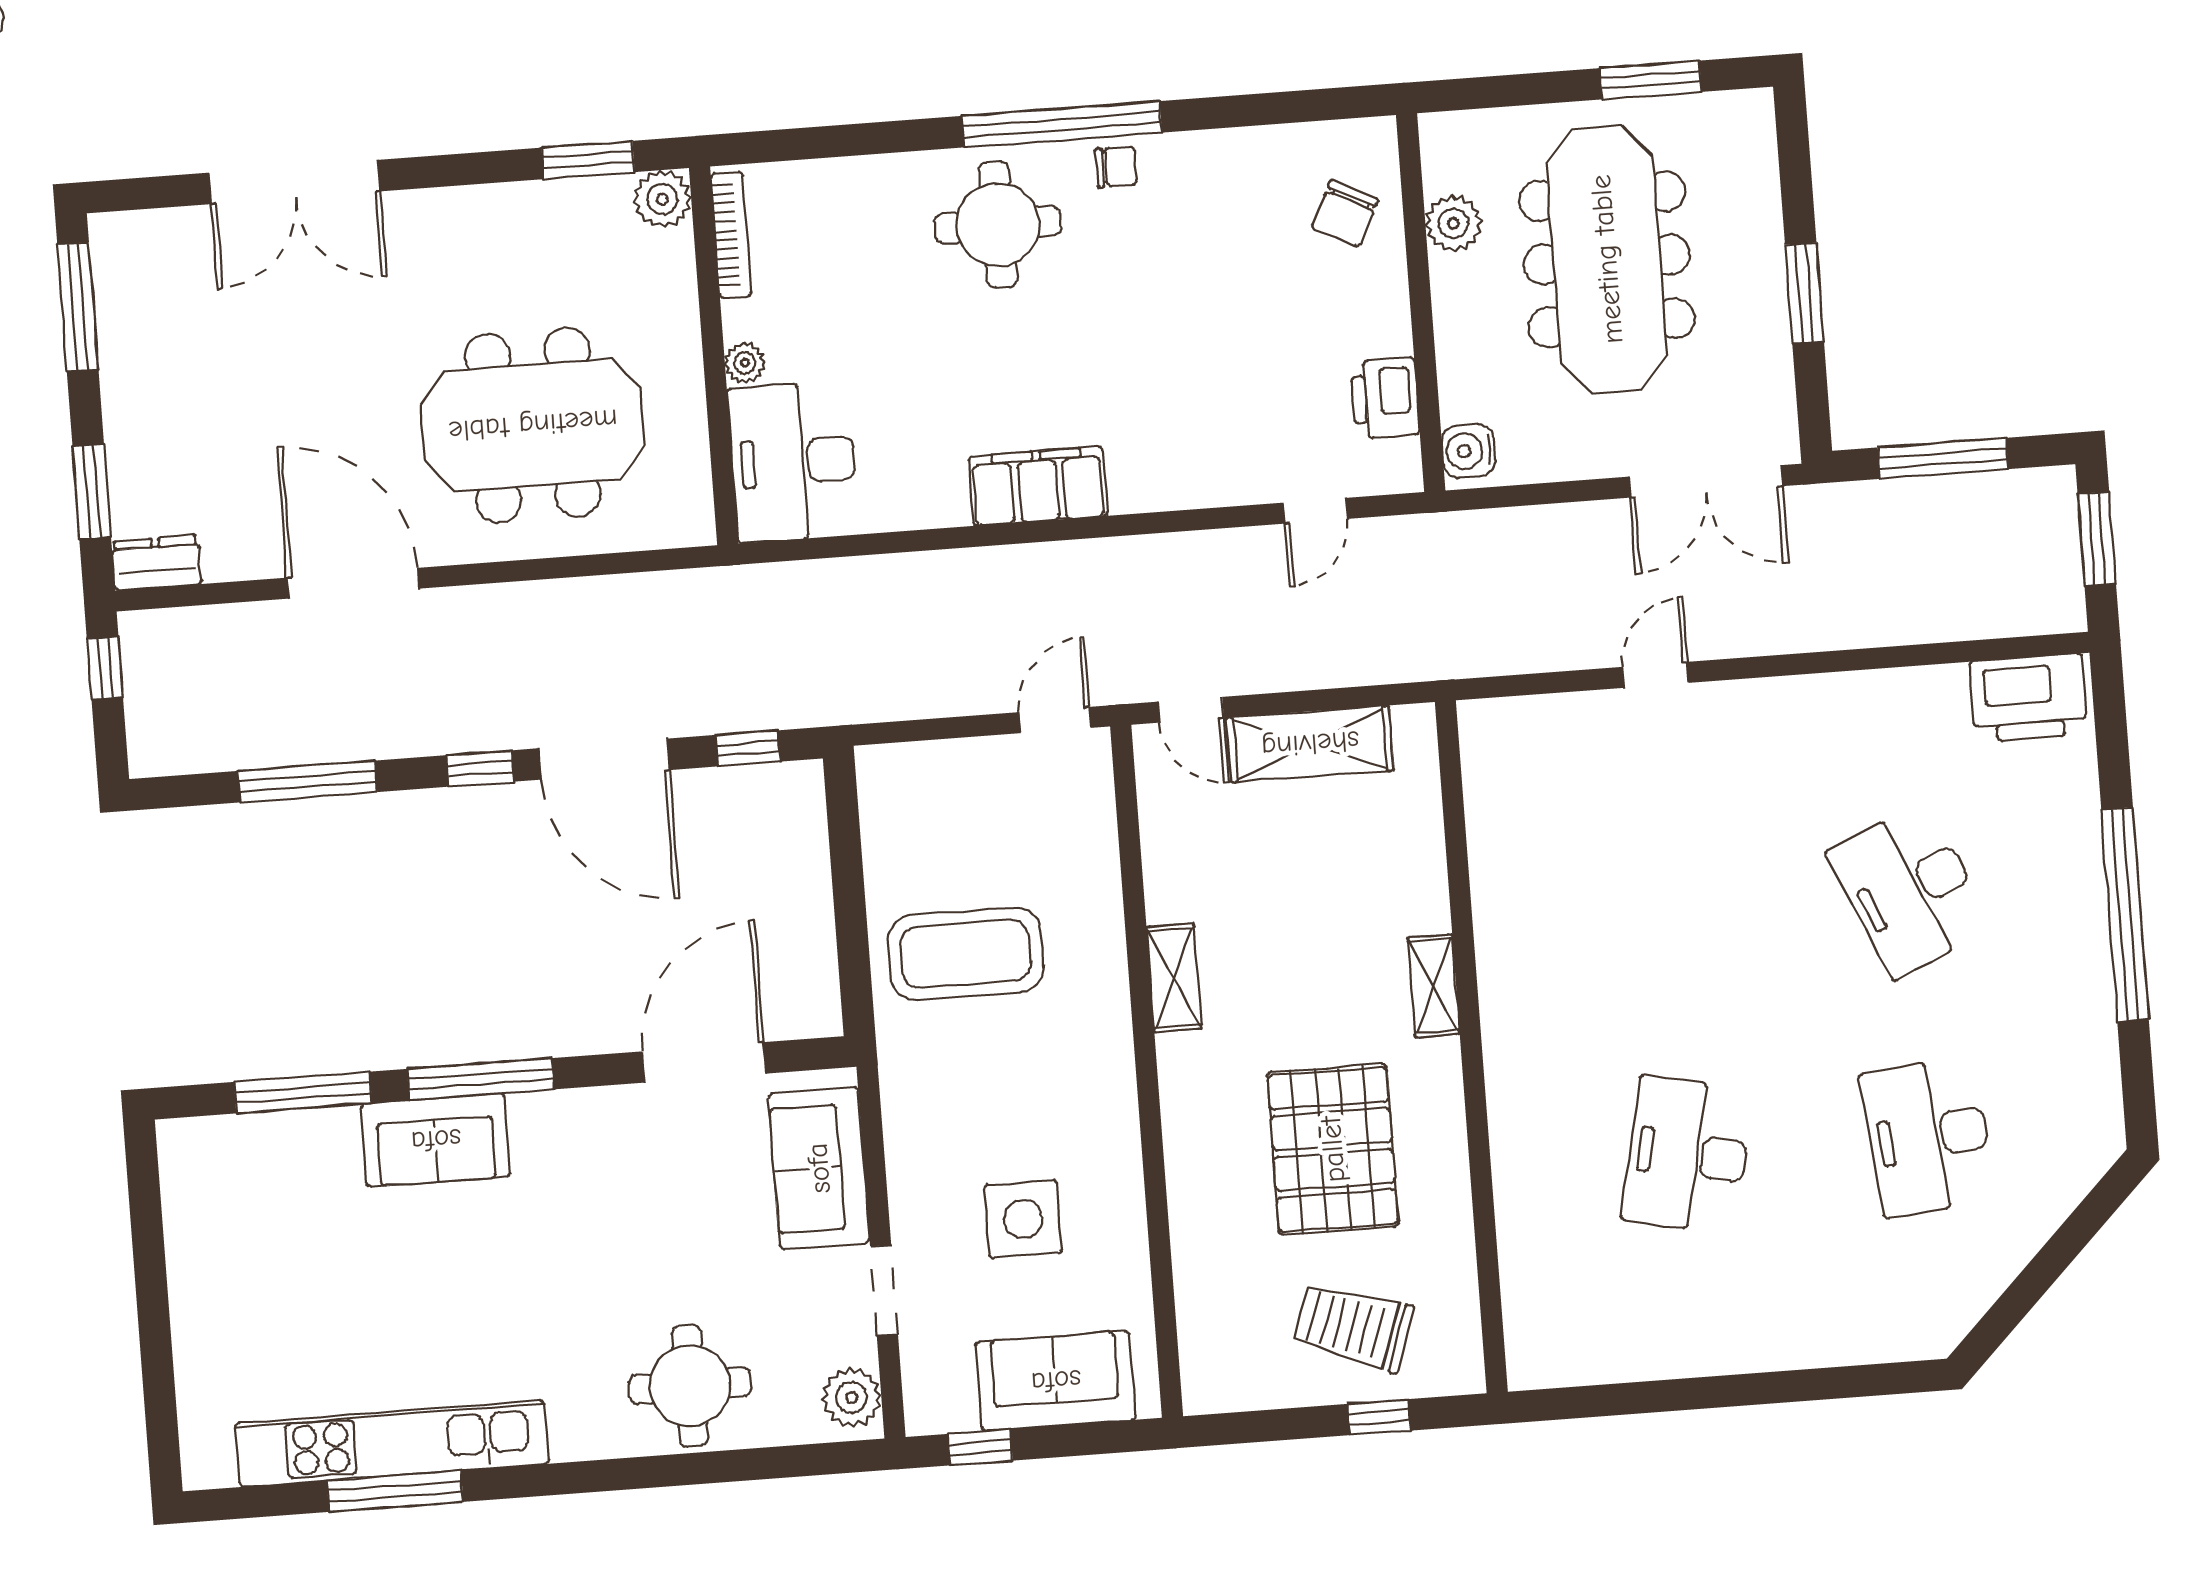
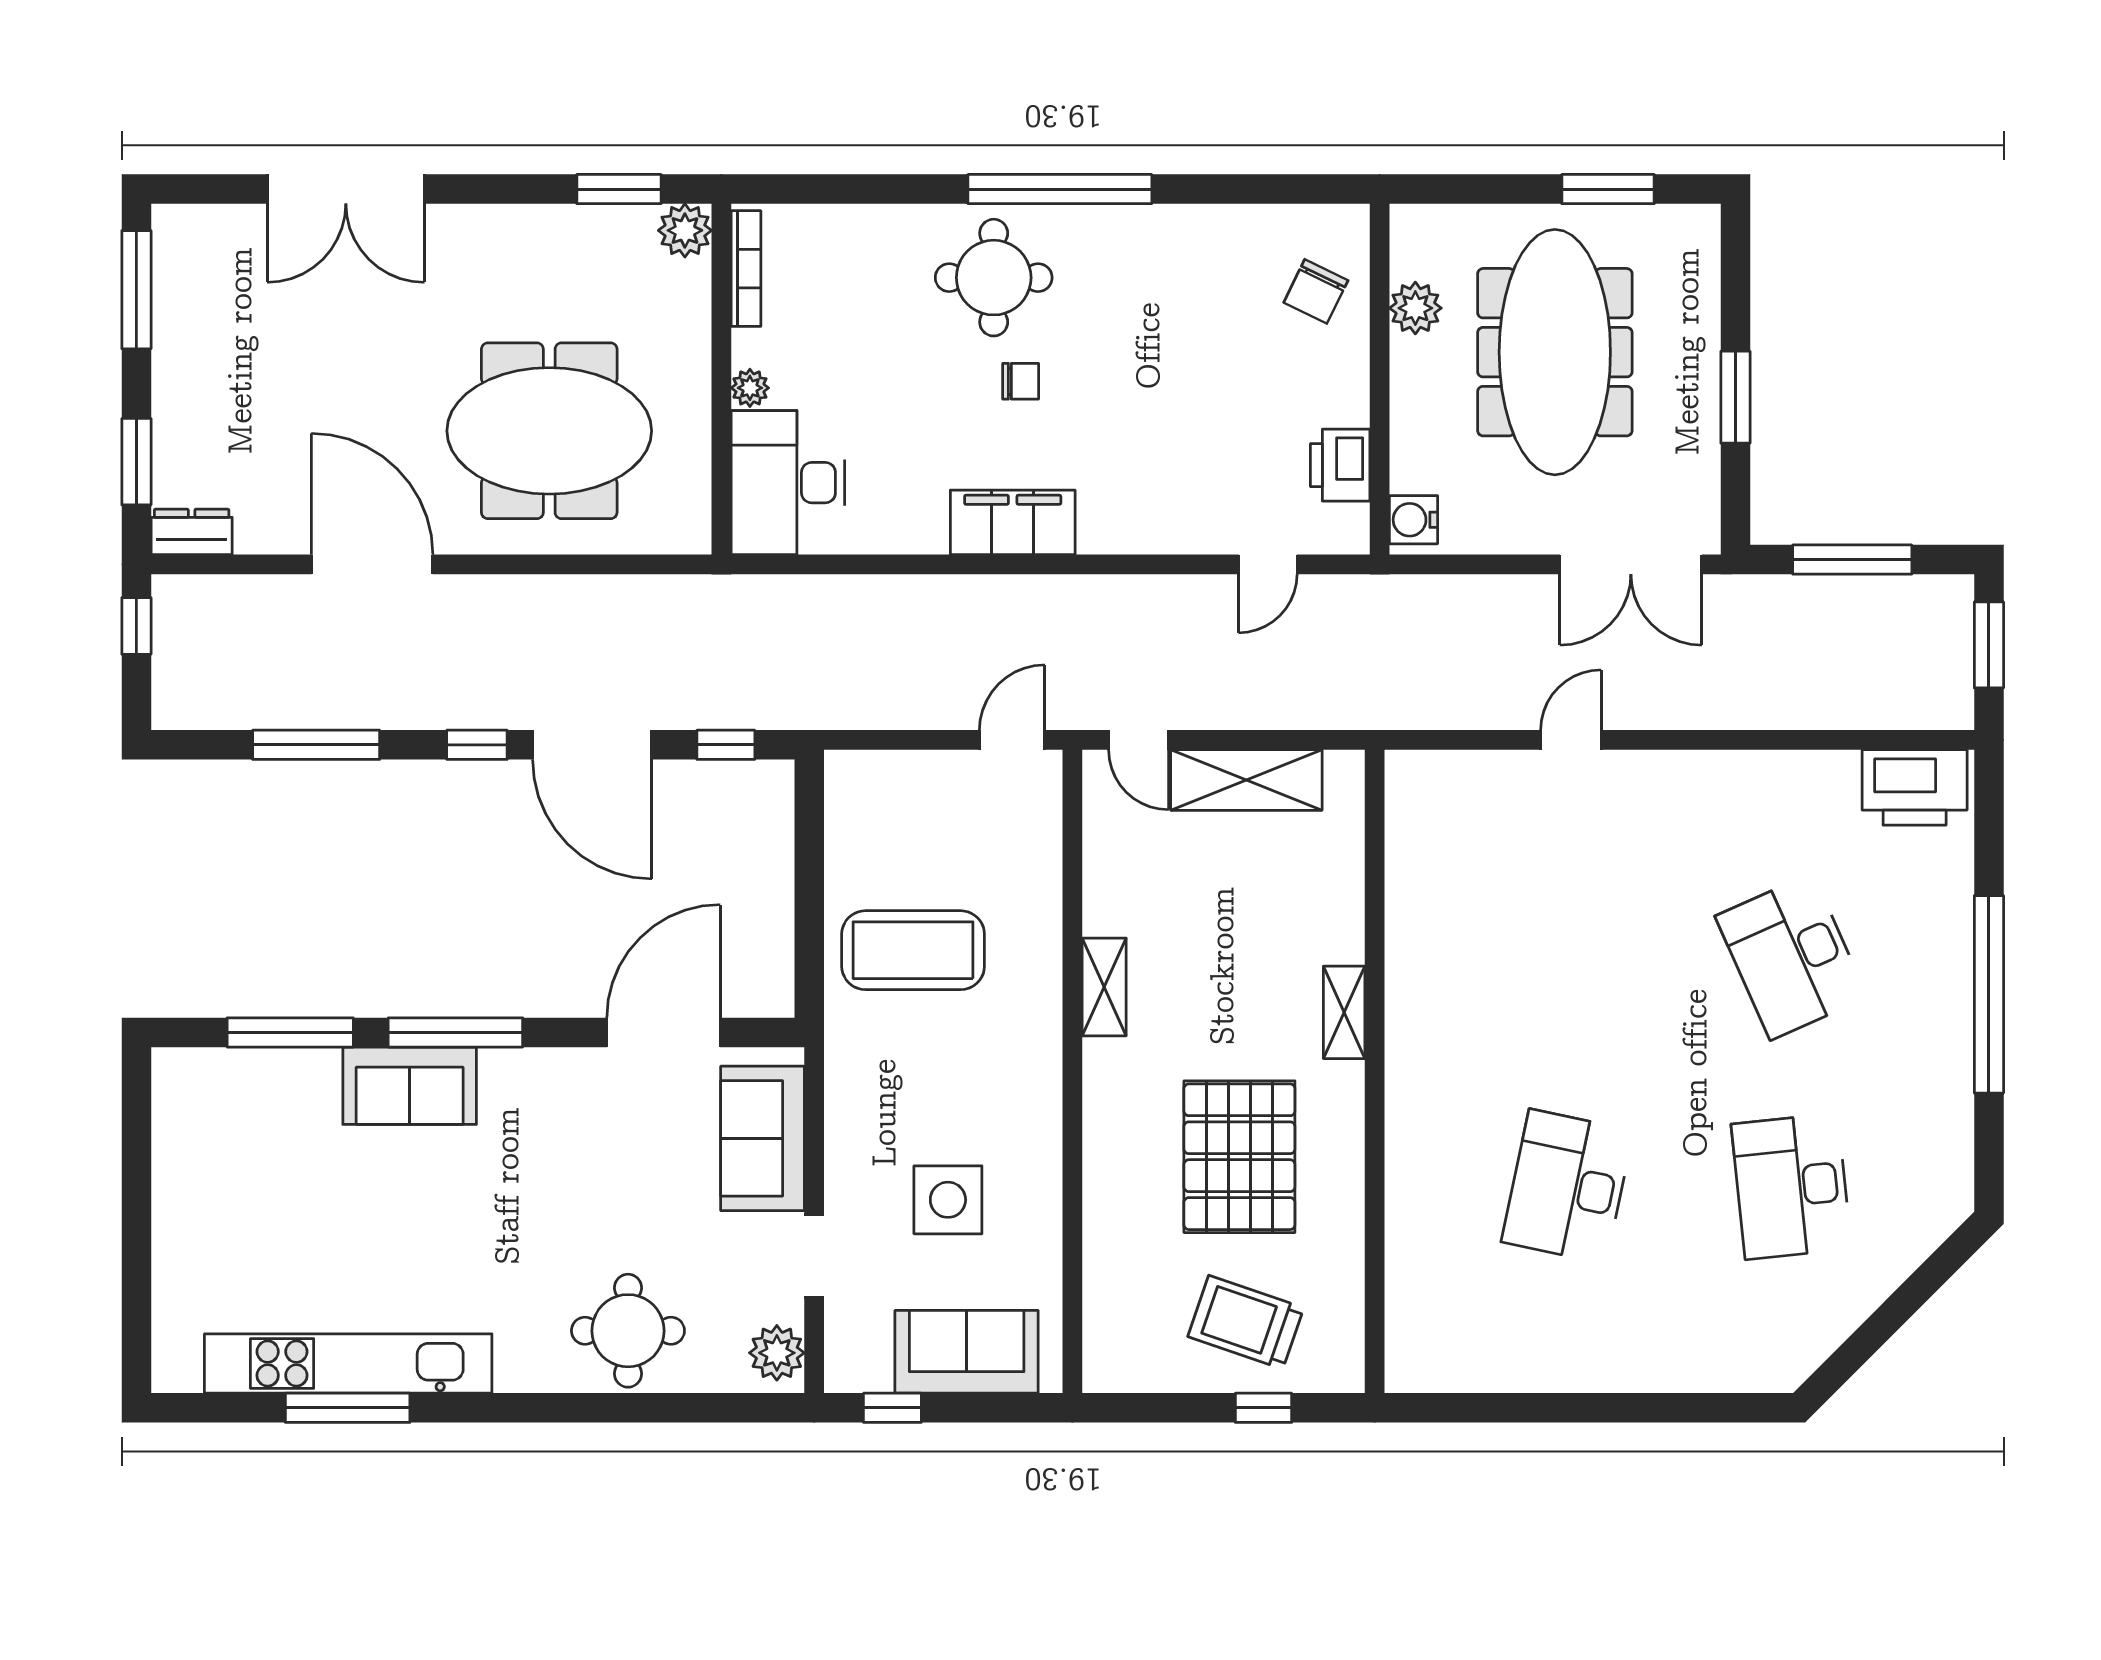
chair: (1116, 167) -> (1021, 381), moved

